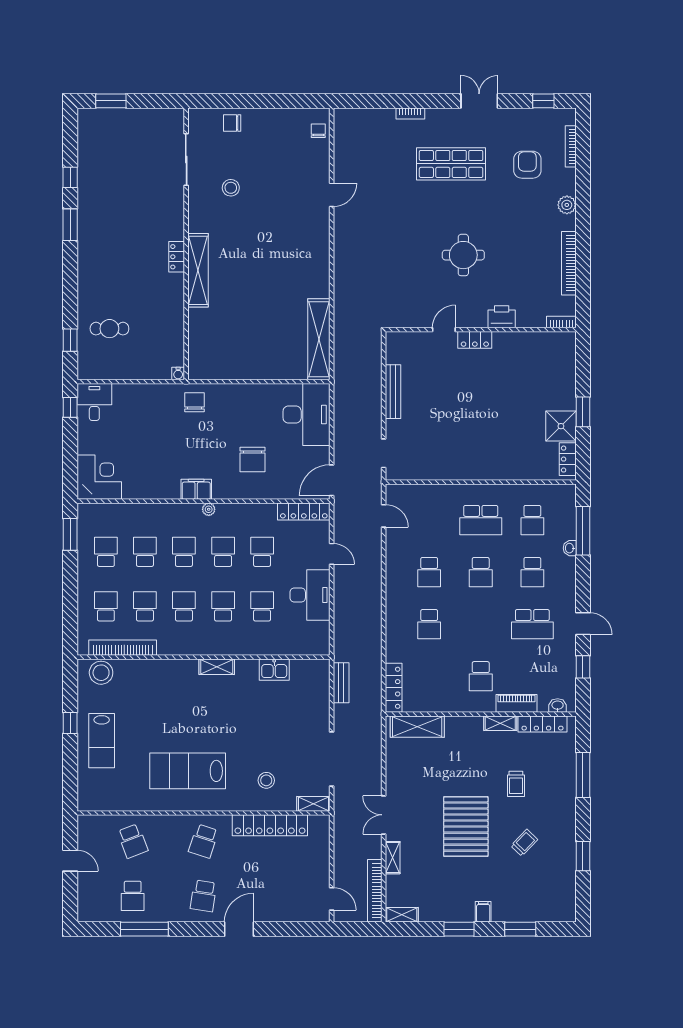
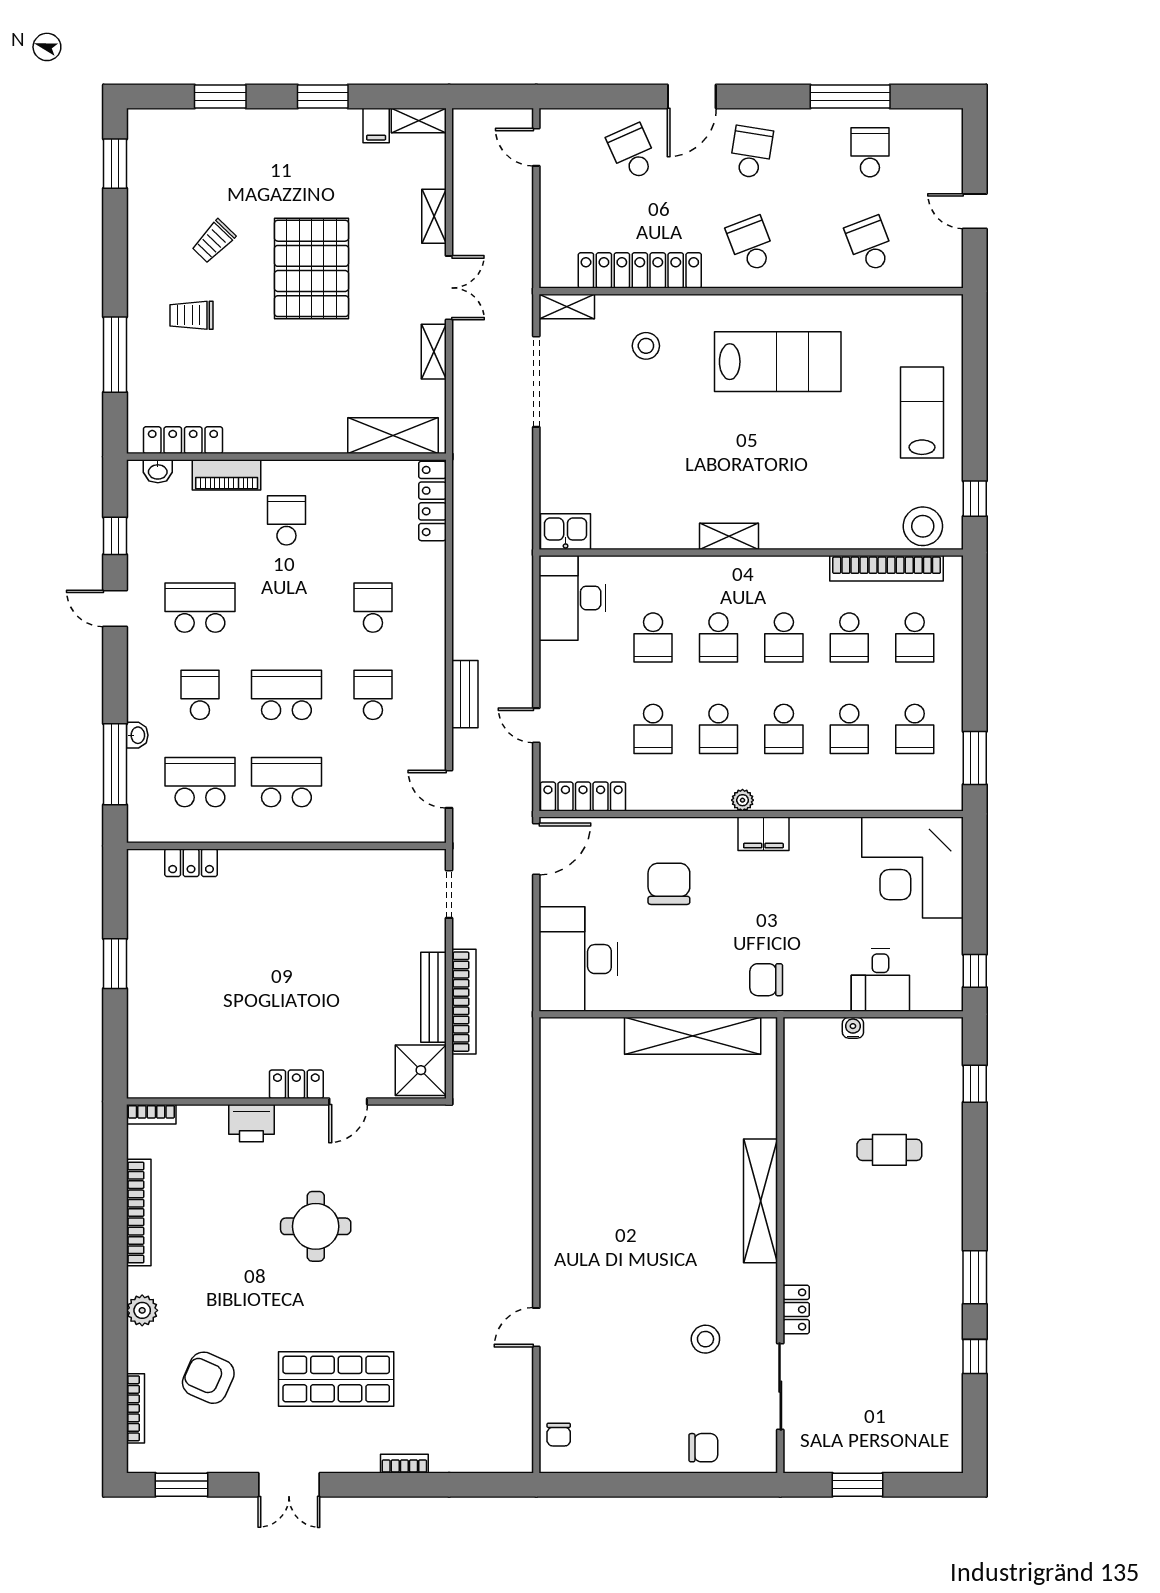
window: (111, 101) -> (857, 1485), moved
window: (543, 101) -> (181, 1485), width x1.50
armchair: (527, 165) -> (208, 1378), turned 114
locker: (177, 257) -> (796, 1309), moved
cafe table: (109, 329) -> (889, 1150), moved
shelving: (319, 339) -> (693, 1036), moved, turned 90
water cooler: (178, 374) -> (853, 1028), moved
desk: (94, 402) -> (880, 980), moved
chair: (195, 402) -> (766, 980), turned 90
shower: (561, 426) -> (421, 1070), moved
locker: (568, 459) -> (191, 863), moved, turned 90
corner desk: (99, 477) -> (913, 867), width x1.36, depth x1.36
school desk: (532, 520) -> (200, 782), width x1.85
school desk: (481, 572) -> (286, 695), width x1.85
desk: (310, 595) -> (573, 598), moved
kitchen sink: (274, 670) -> (566, 532), moved
bench: (341, 683) -> (465, 694), moved
window: (70, 723) -> (975, 499), moved
shelving: (500, 723) -> (434, 352), moved, turned 90
trolley: (516, 784) -> (191, 315), moved, turned -90
school desk: (203, 841) -> (751, 244), turned -39
window: (583, 856) -> (115, 164), moved
bookcase: (375, 891) -> (464, 1002), moved
school desk: (274, 896) -> (632, 152), added
filing cabinet: (483, 912) -> (376, 125), moved

